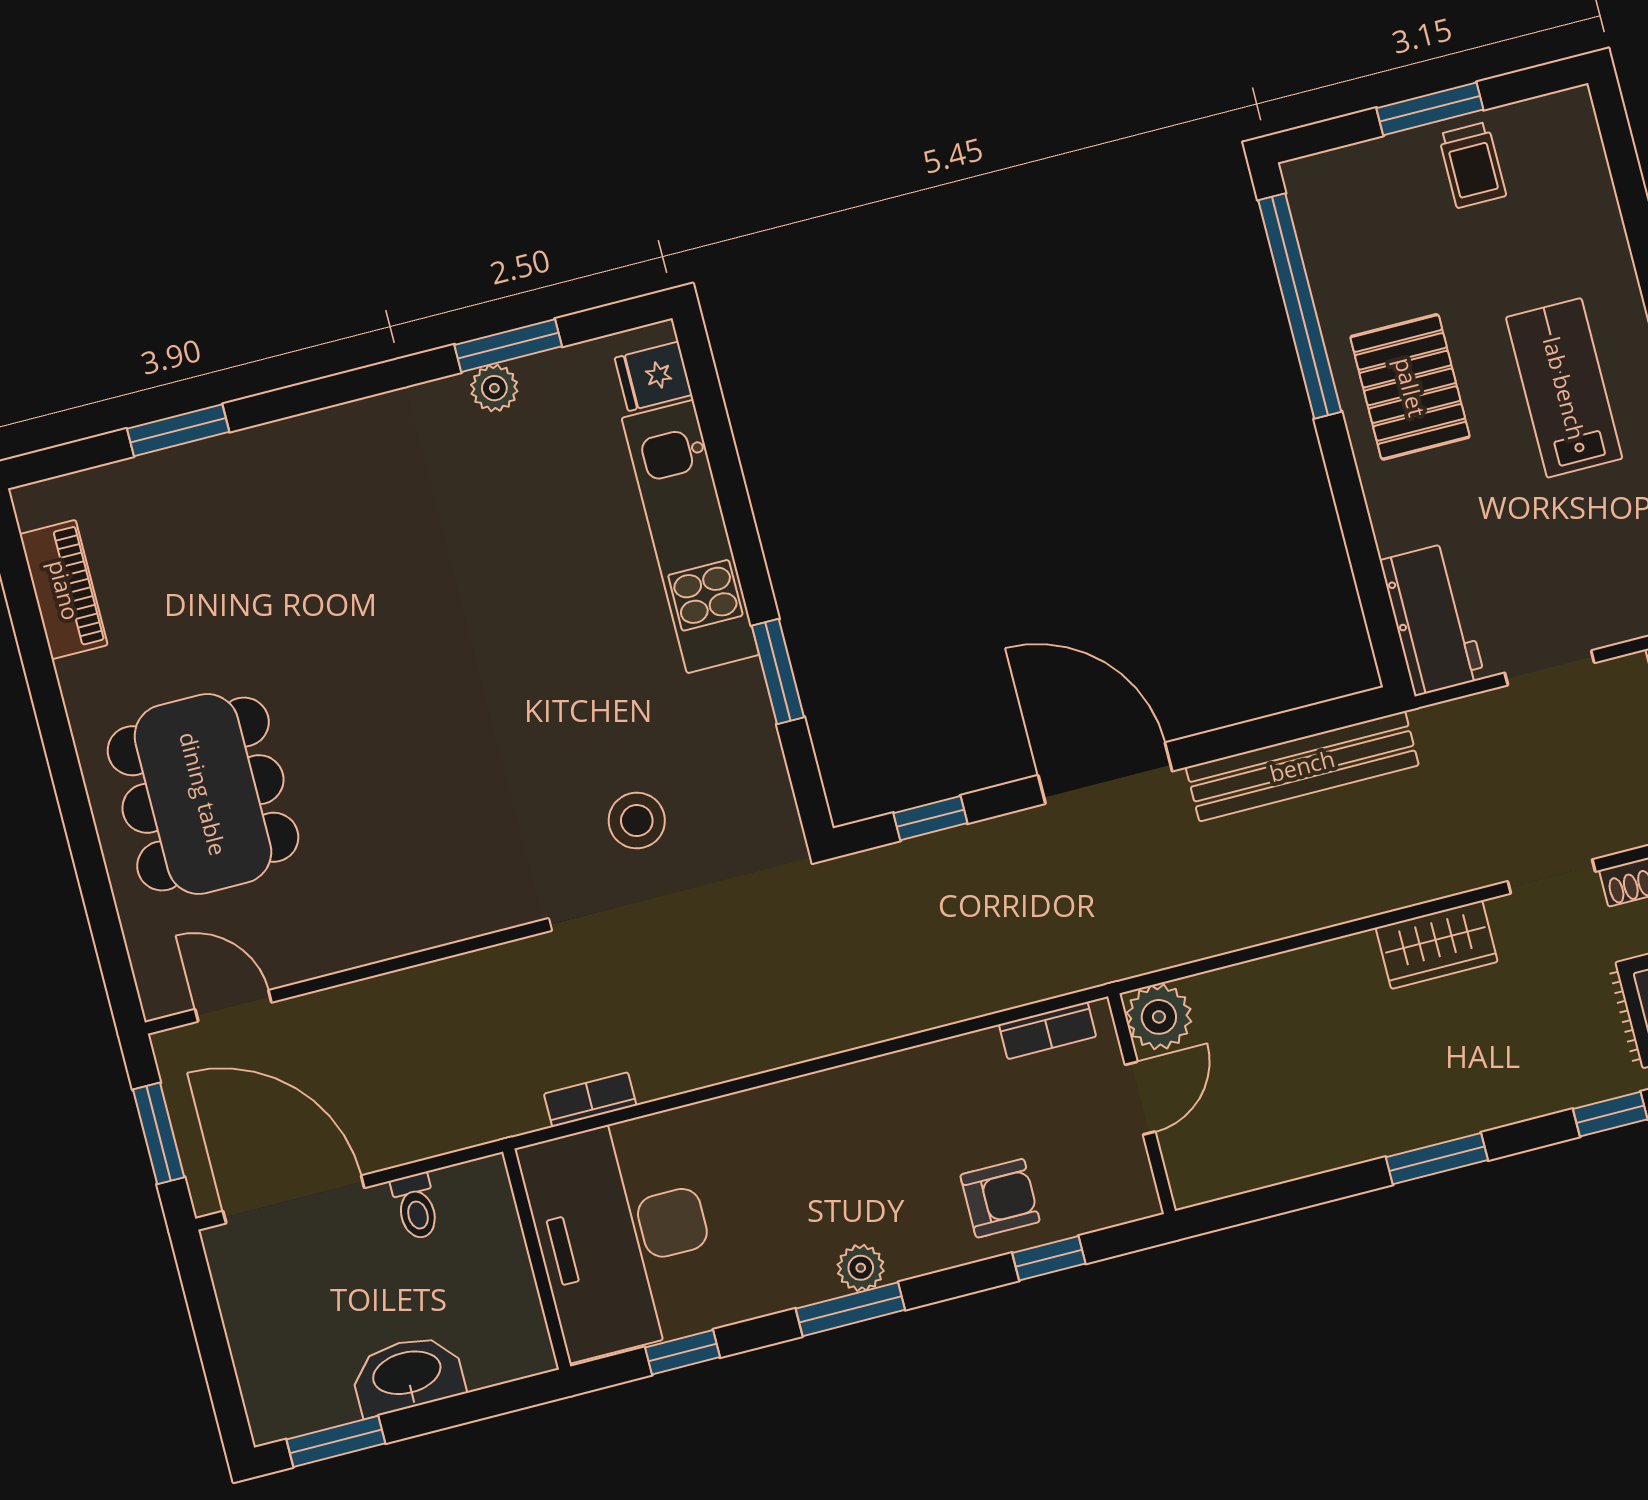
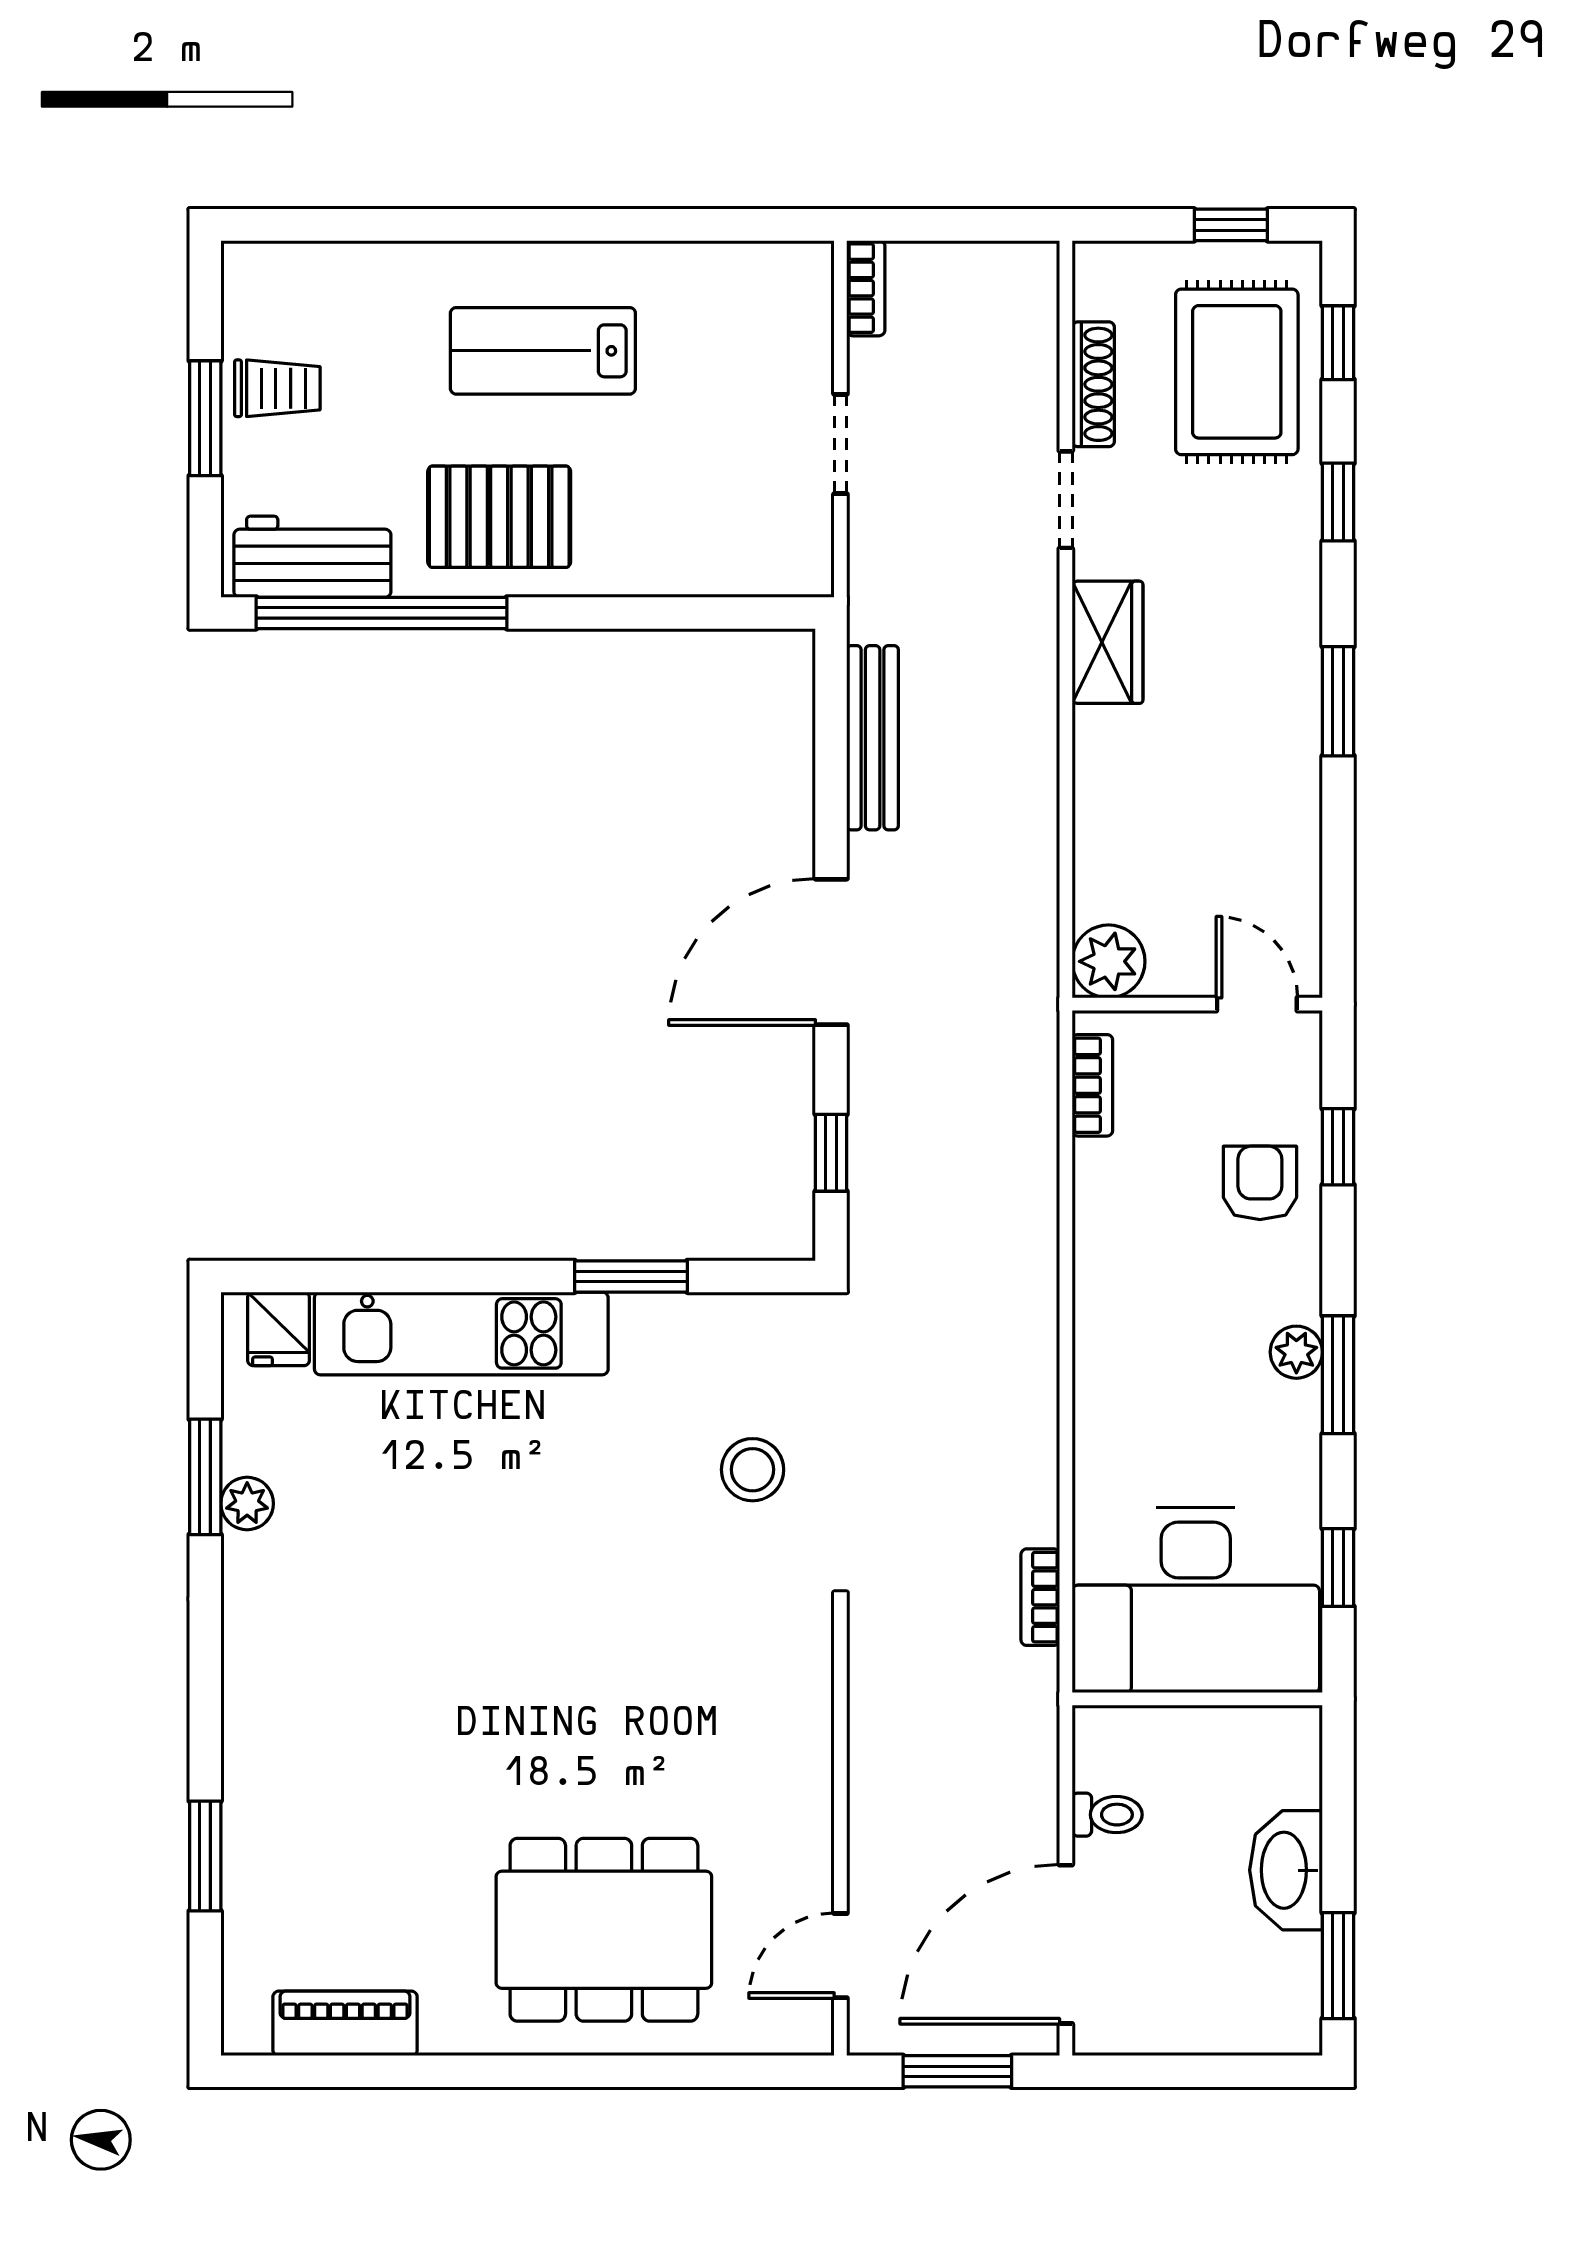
workbench: (1432, 619) -> (312, 557), moved
bench: (1302, 766) -> (873, 738), width x0.73, depth x0.82
door: (1140, 1098) -> (1257, 1004), moved

